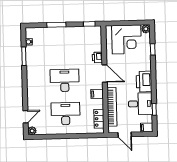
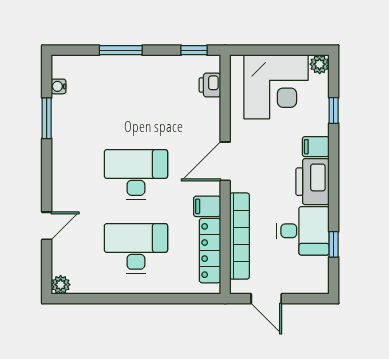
printer: (97, 57) -> (210, 85), moved
door: (105, 73) -> (225, 161), swing flipped
door: (25, 117) -> (47, 226), moved
locker: (99, 119) -> (210, 251), width x1.53
filing cabinet: (147, 128) -> (316, 147), moved

